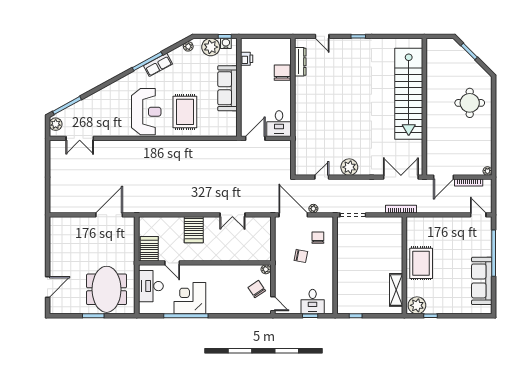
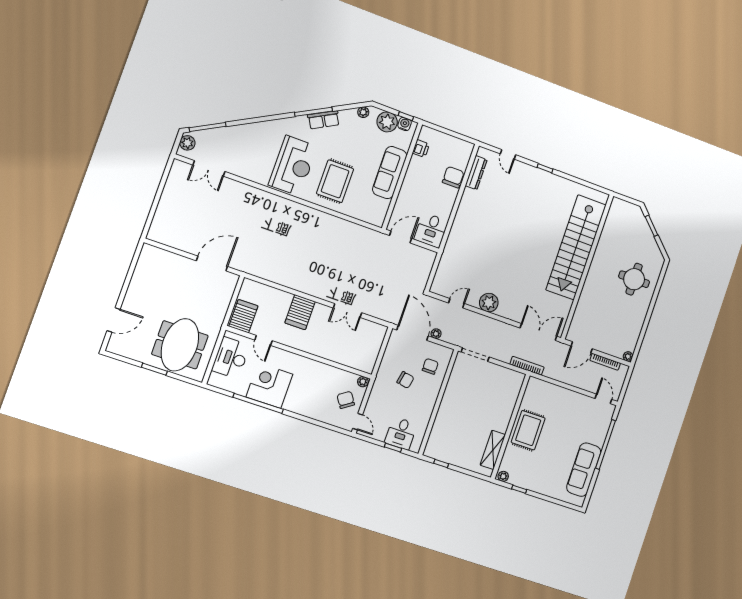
plant: (417, 305) -> (503, 476), width x0.53, depth x0.53

